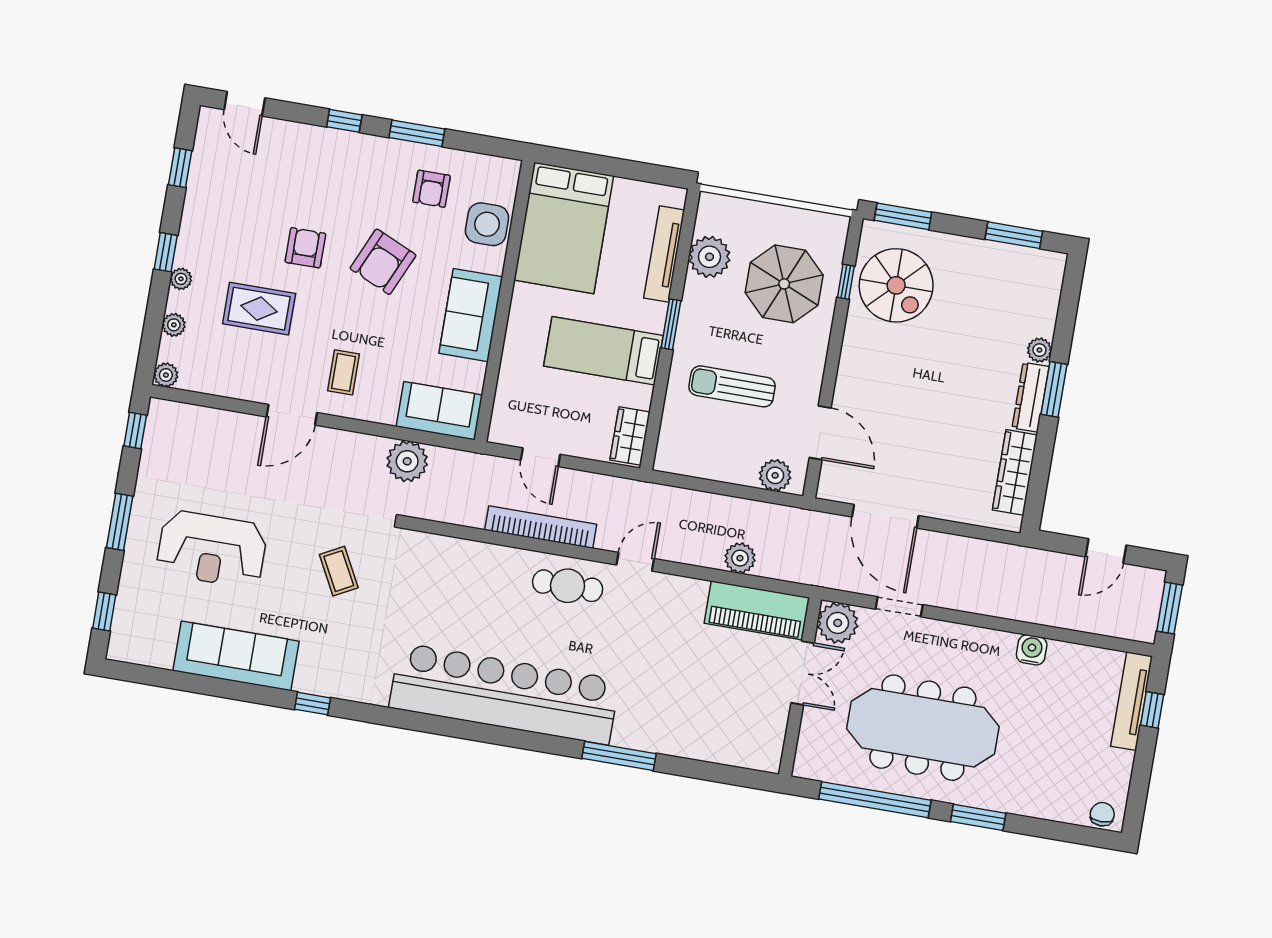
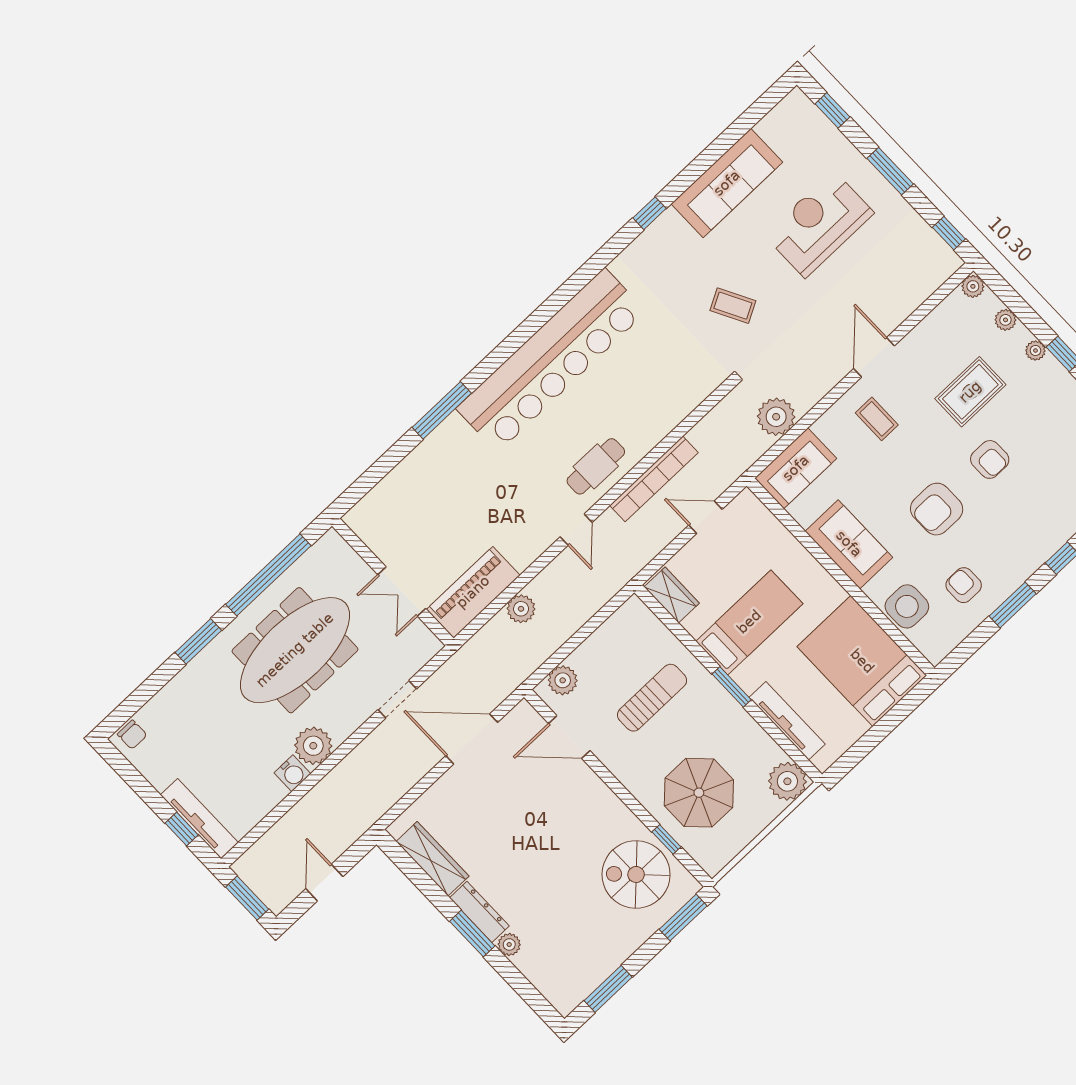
plant: (709, 257) -> (787, 781), moved
armchair: (383, 262) -> (937, 509), turned -114
plant: (838, 623) -> (313, 746), moved

